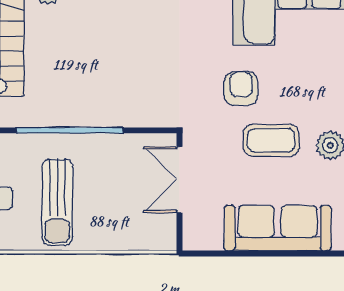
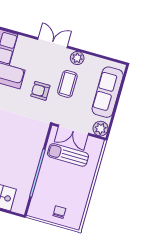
sun lounger: (57, 202) -> (68, 155), moved, turned 180
plant: (198, 235) -> (101, 129), added

